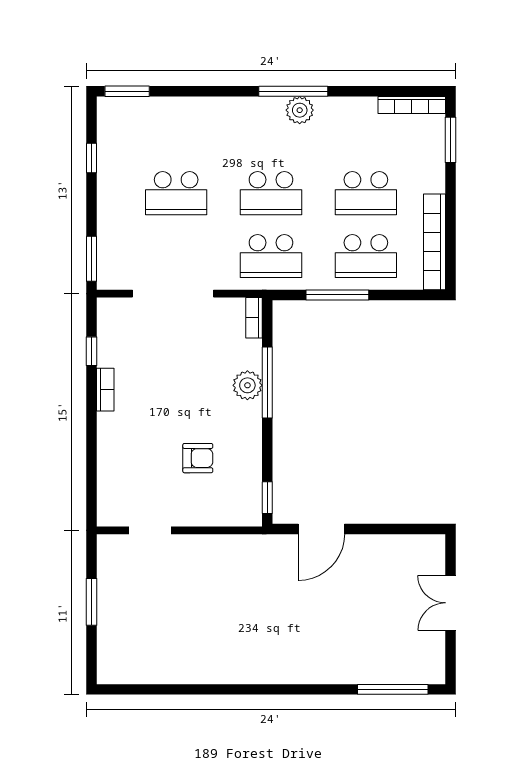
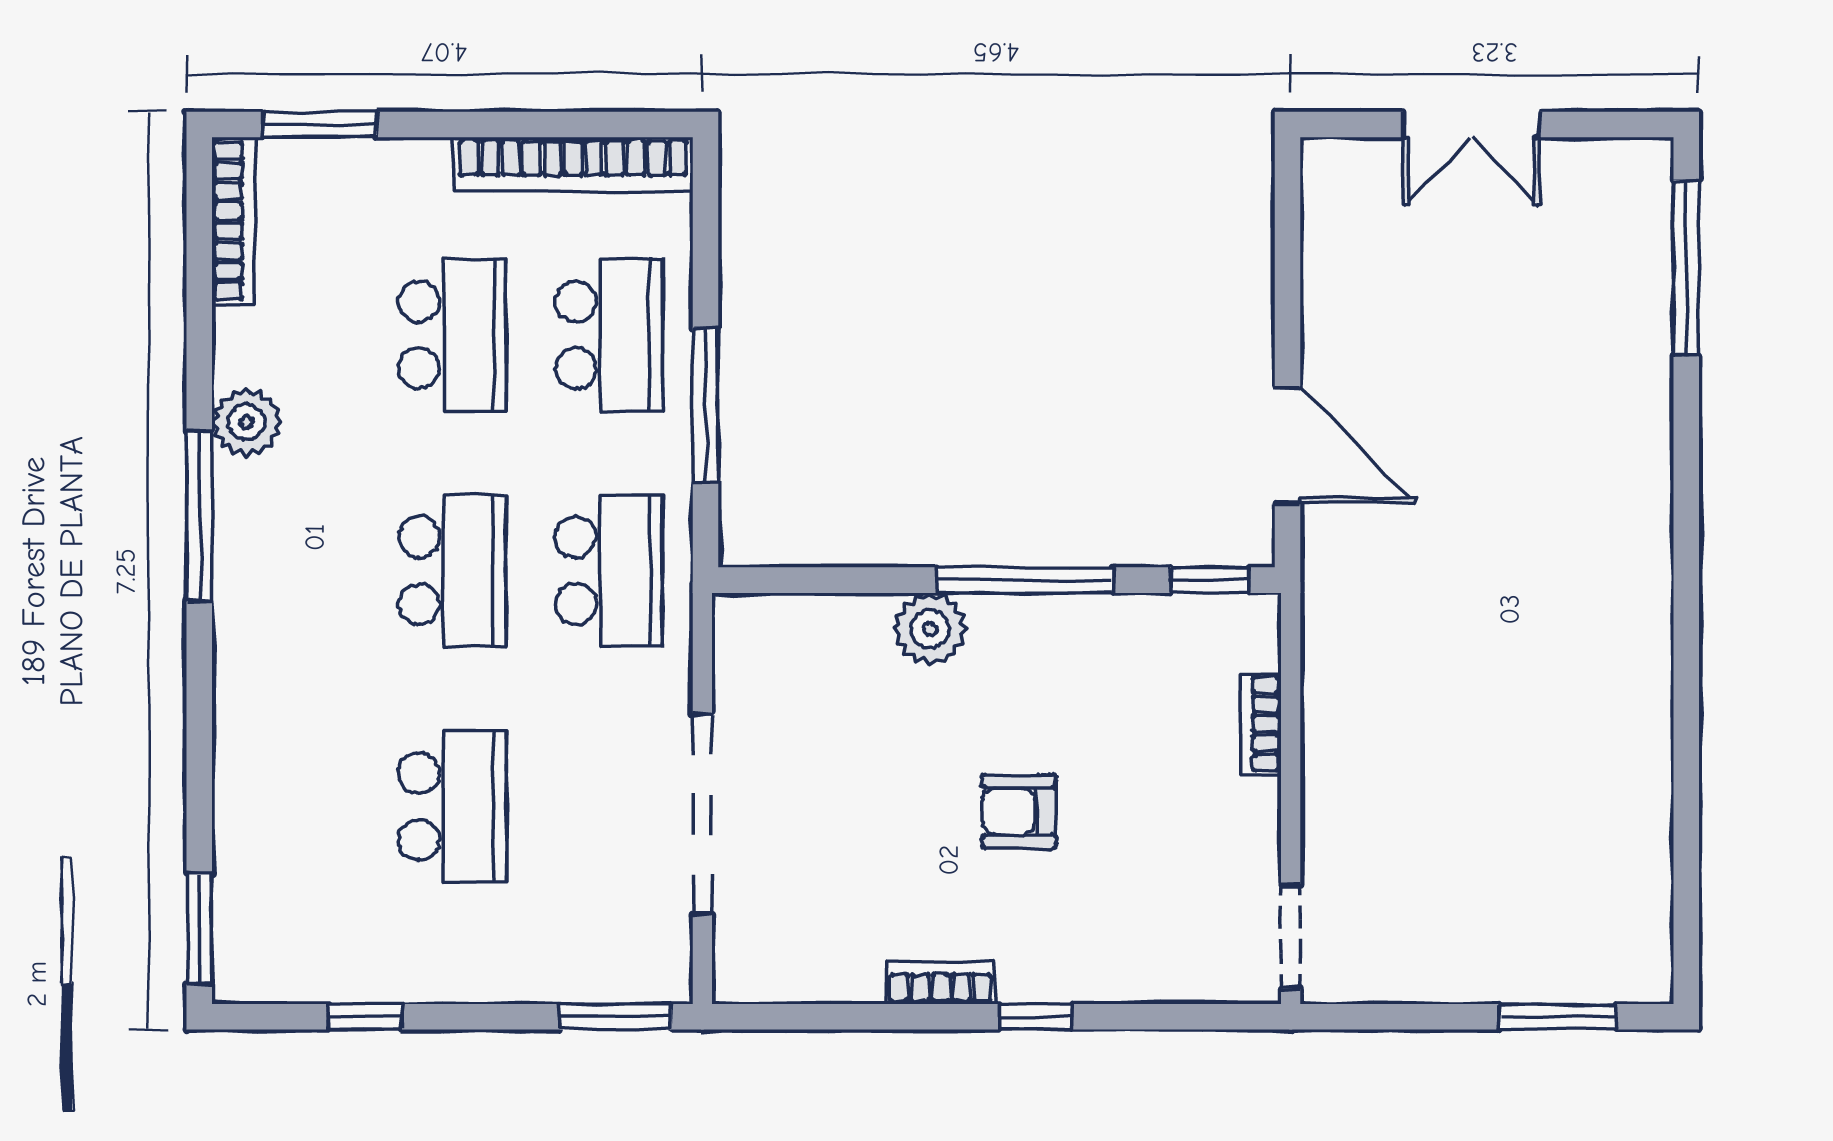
plant: (300, 110) -> (246, 422), moved
bookcase: (254, 318) -> (1261, 724), moved, turned 90
window: (92, 351) -> (1036, 1017), moved
window: (267, 382) -> (1024, 580), moved
armchair: (198, 458) -> (1019, 811), moved, turned -90
doorway: (150, 530) -> (1291, 936), moved
window: (92, 602) -> (1558, 1017), moved

